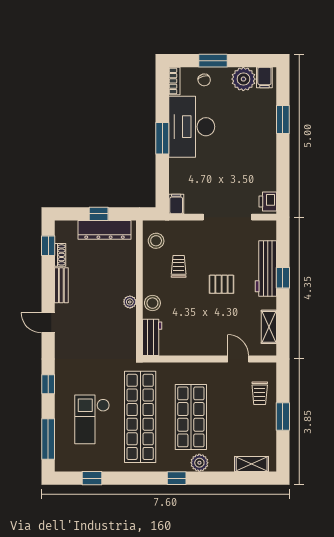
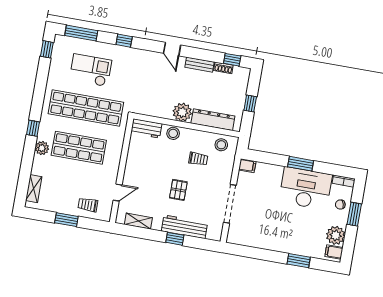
printer: (268, 202) -> (237, 237), removed
dresser: (105, 230) -> (213, 120), moved, turned 90
plant: (130, 302) -> (182, 112), width x1.88, depth x1.88
door: (48, 323) -> (172, 49), swing flipped
window: (92, 478) -> (47, 49), moved

